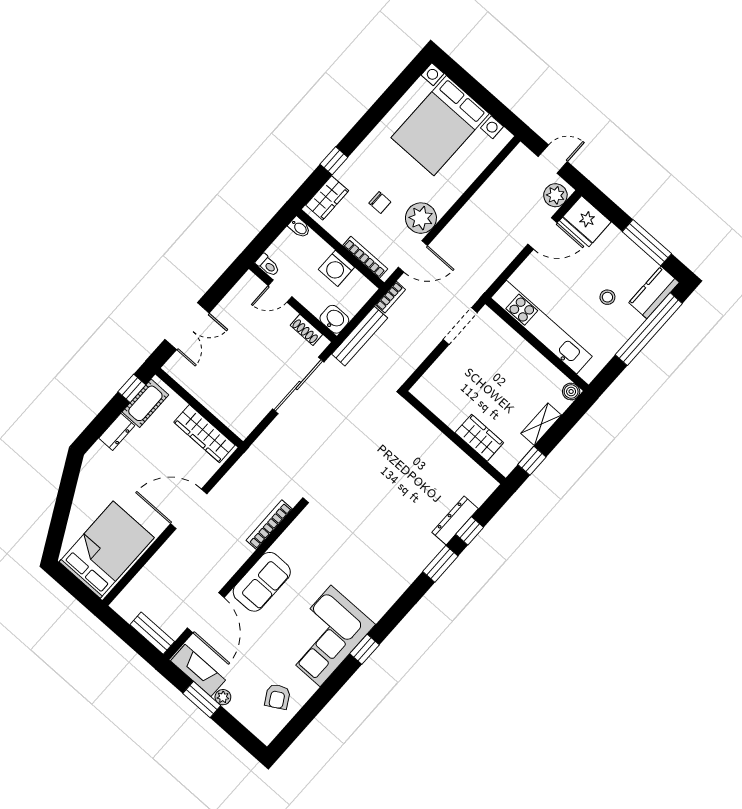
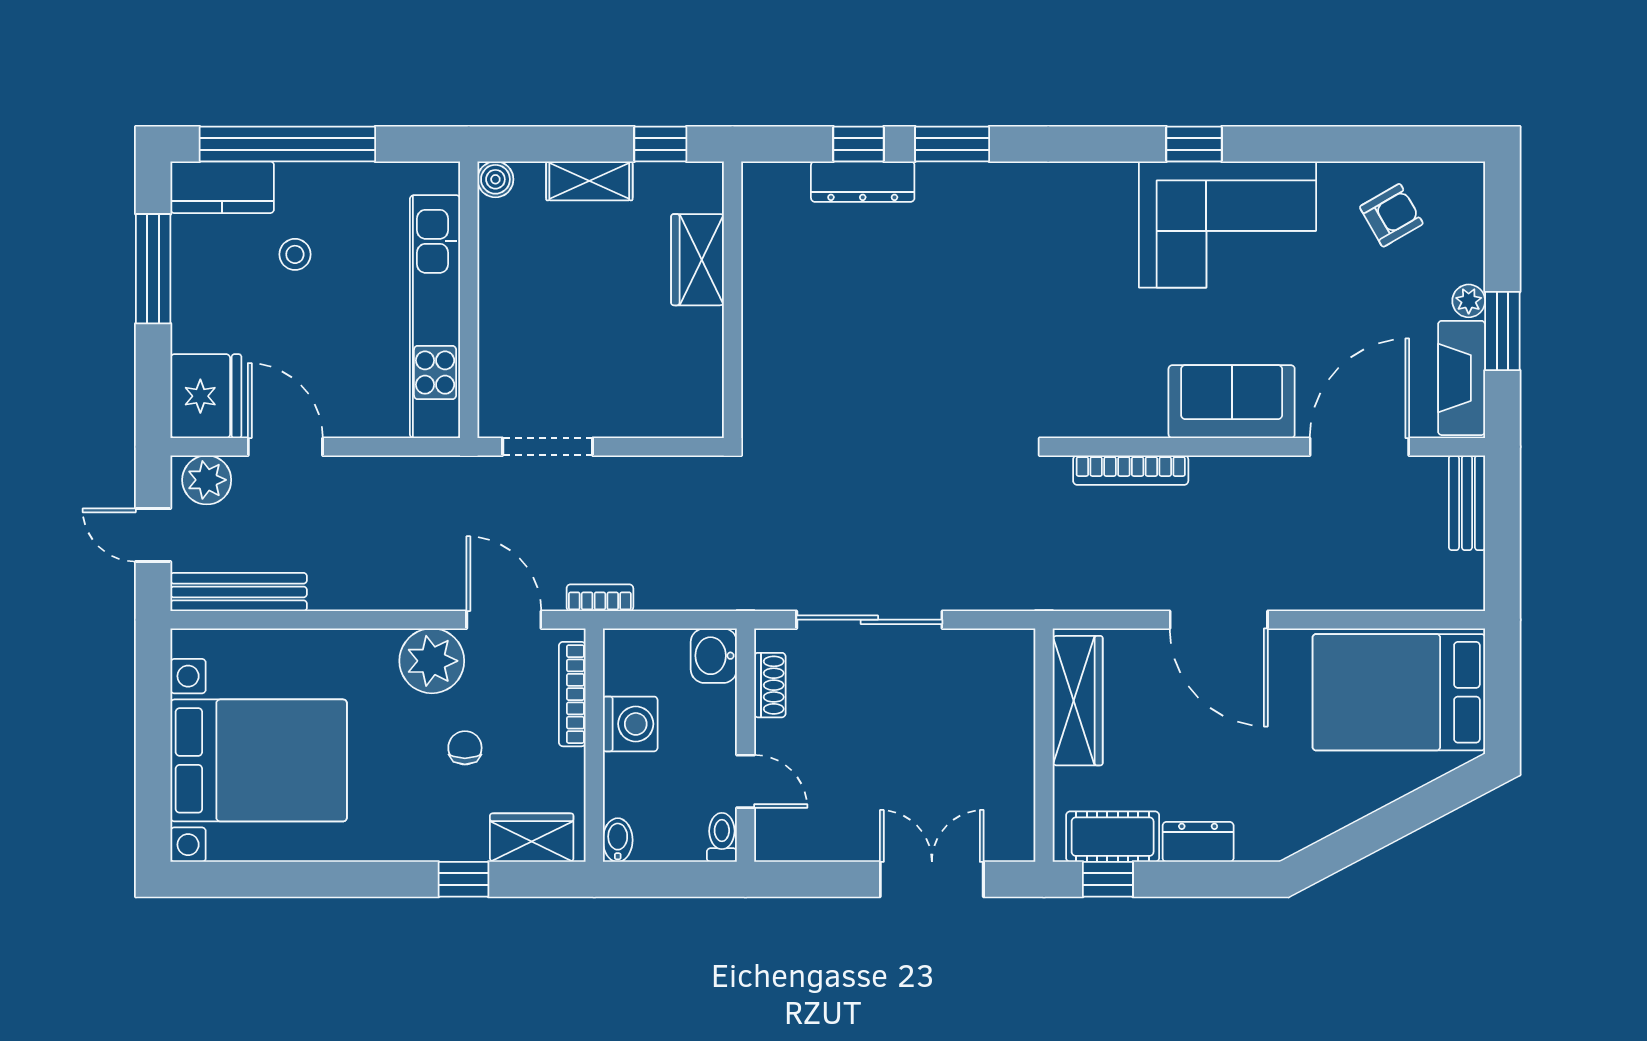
bench: (360, 336) -> (239, 592), moved

